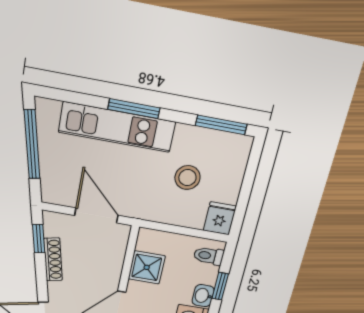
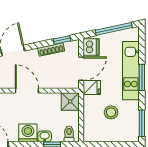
dishwasher: (60, 191) -> (91, 47), added
fridge: (220, 218) -> (92, 88), moved
shower: (147, 267) -> (70, 101), moved

